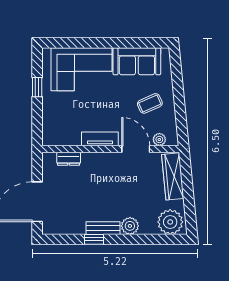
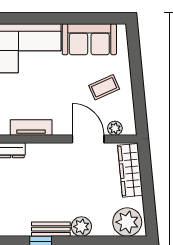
tv unit: (100, 139) -> (31, 128), moved

